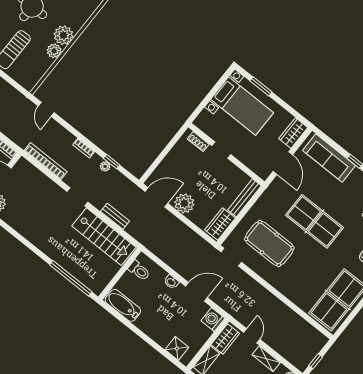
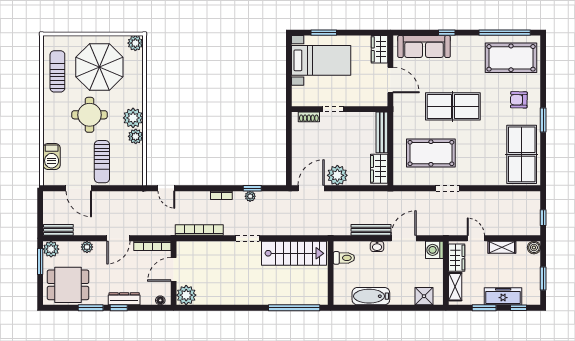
bench: (115, 216) -> (371, 230), moved, width x1.36
doorway: (231, 257) -> (447, 188), moved
bathtub: (123, 305) -> (371, 296), moved

